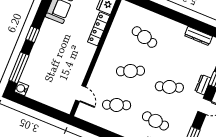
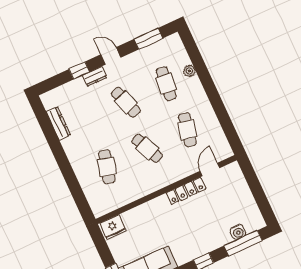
locker: (99, 29) -> (186, 191), moved
water cooler: (21, 89) -> (238, 232), moved
cafe table: (117, 105) -> (187, 130), turned 33

